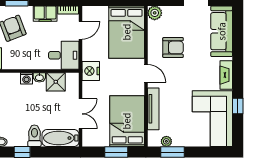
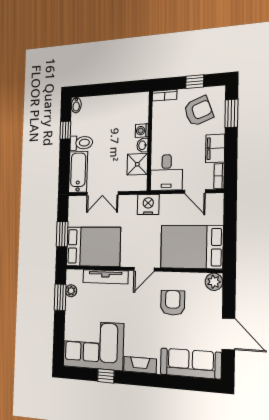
armchair: (173, 47) -> (173, 303), turned 180

